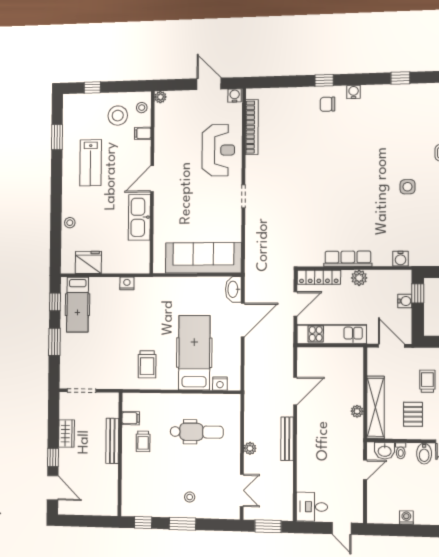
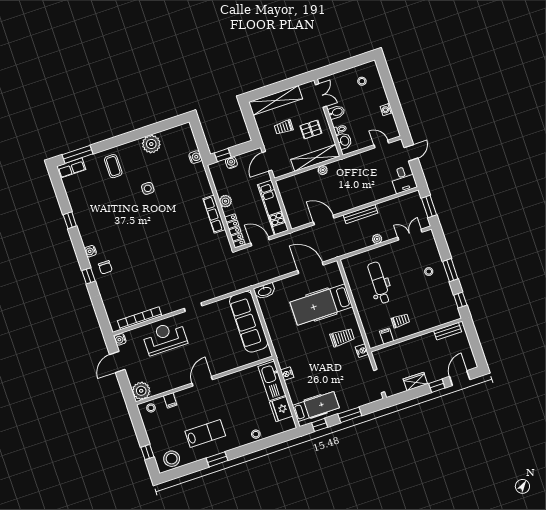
plant: (160, 97) -> (141, 391), width x1.88, depth x1.88
stool: (118, 116) -> (172, 459), moved
window: (57, 137) -> (217, 459), moved
door: (152, 179) -> (202, 381), swing flipped
kitchen sink: (139, 217) -> (272, 381), moved, turned 90
water cooler: (401, 259) -> (195, 157), moved
door: (243, 320) -> (311, 268), moved
nightstand: (220, 384) -> (362, 351), moved
bench: (112, 441) -> (448, 331), moved, width x0.73
door: (365, 470) -> (381, 144), moved

